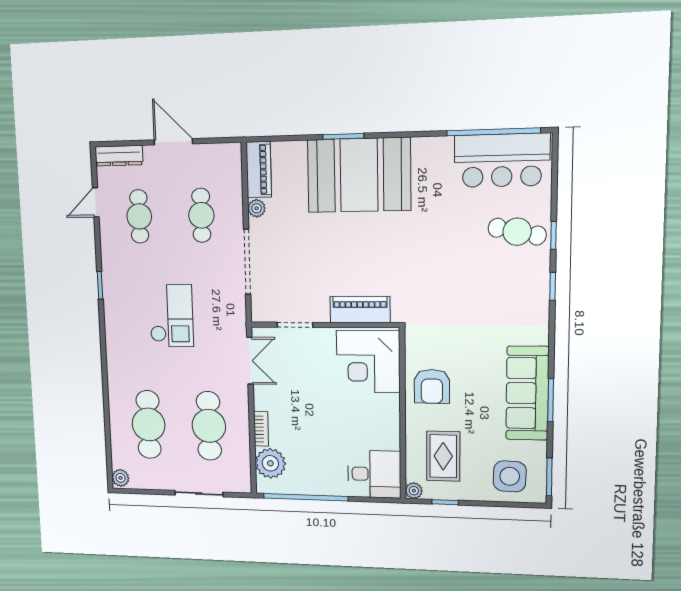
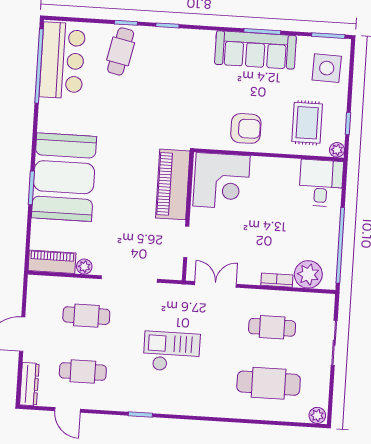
piano: (360, 309) -> (173, 184), width x1.37, depth x1.33
cafe table: (209, 426) -> (272, 327), width x0.73, depth x0.74
rug: (443, 456) -> (307, 123), turned 90

